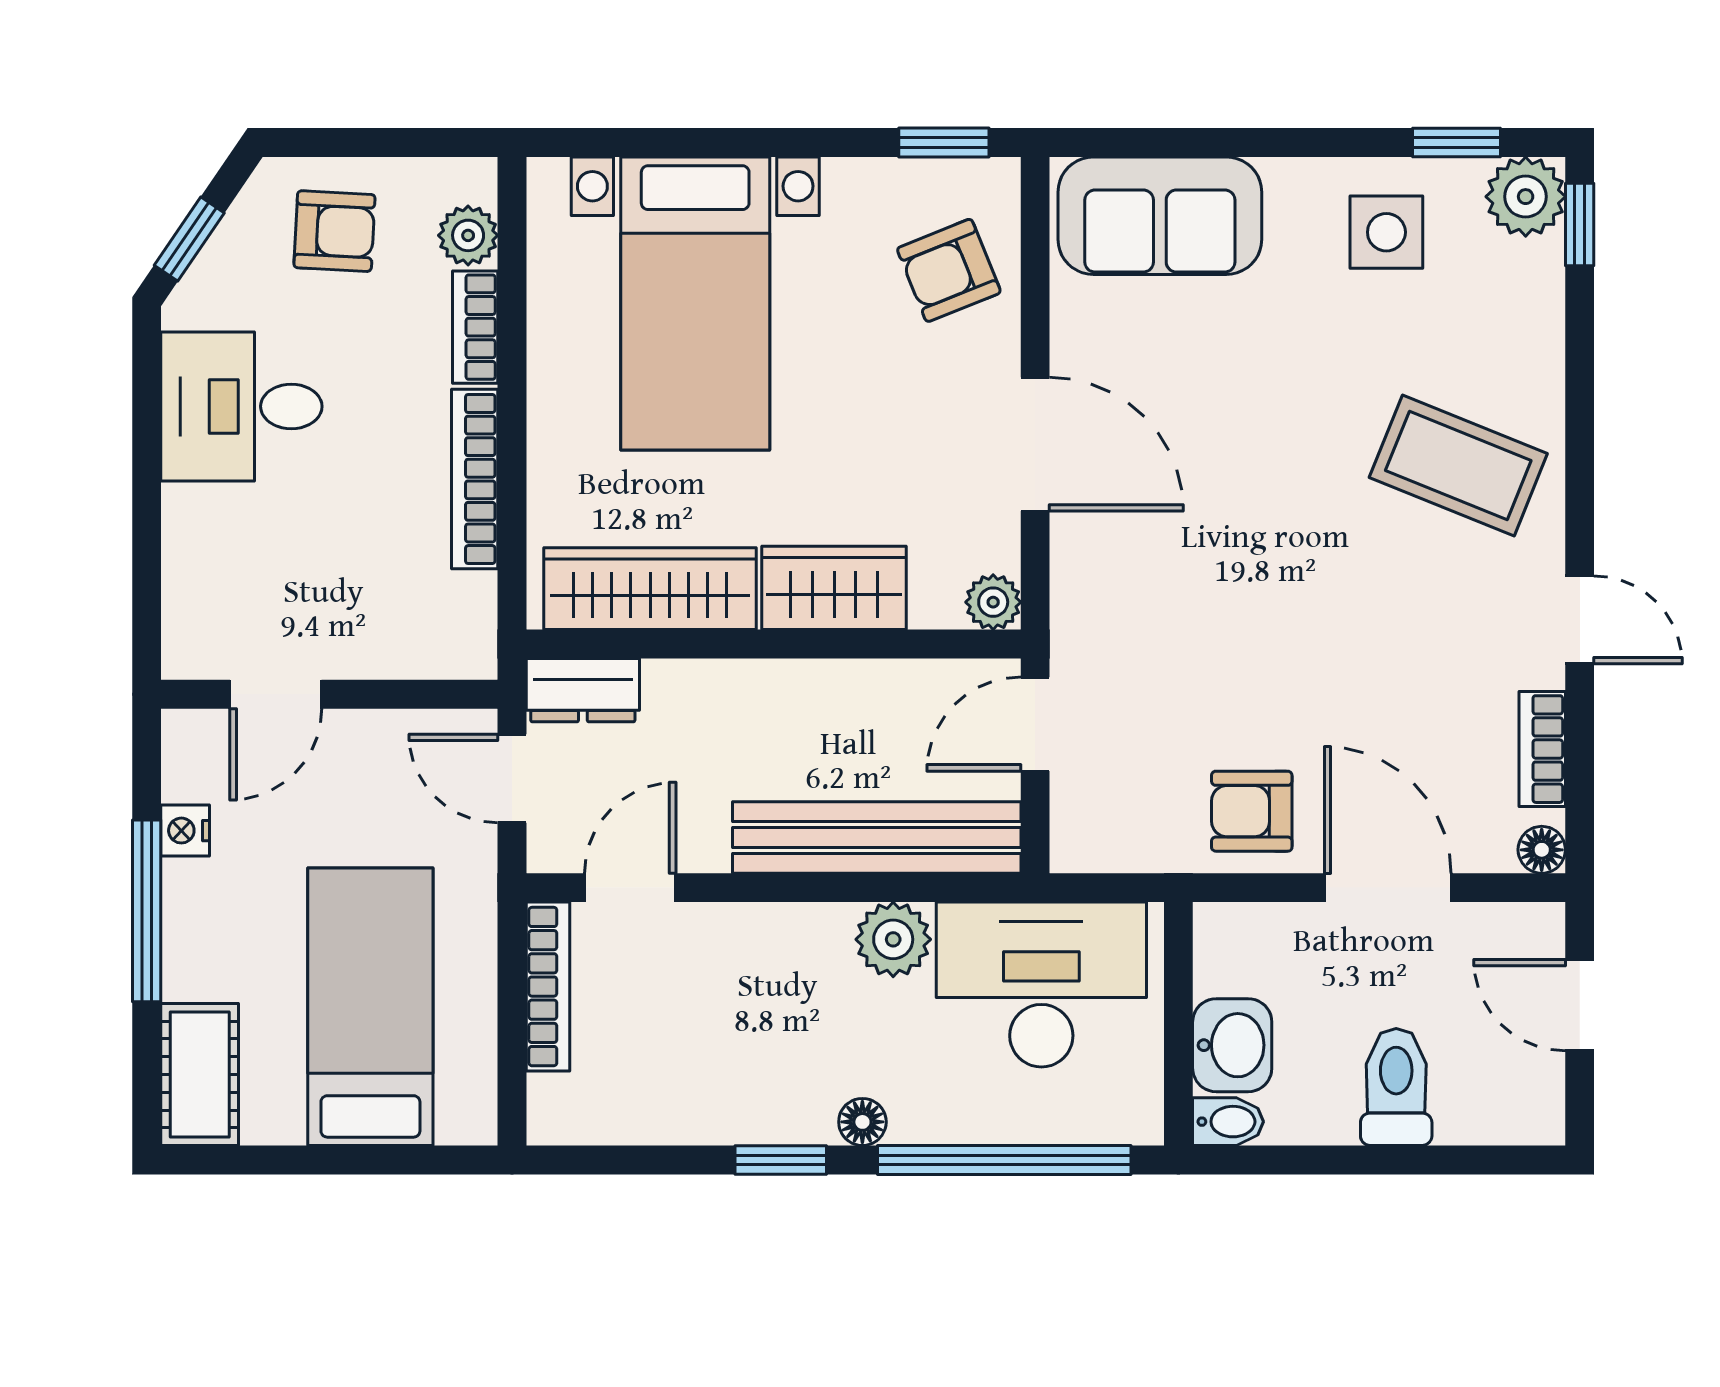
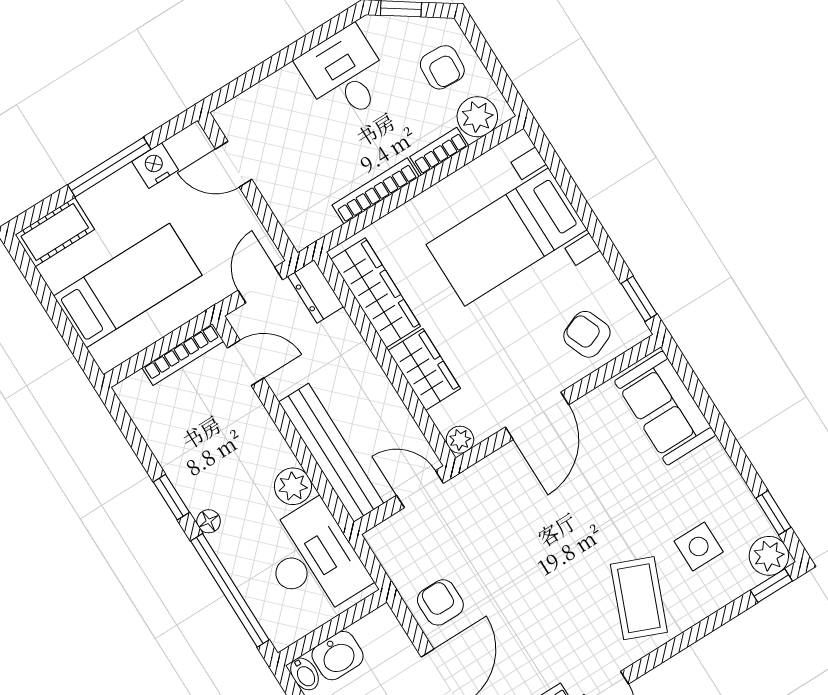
side table: (1386, 232) -> (699, 546), moved
plant: (468, 235) -> (477, 117), width x1.38, depth x1.38
nightstand: (185, 831) -> (155, 166), width x1.39, depth x1.35

